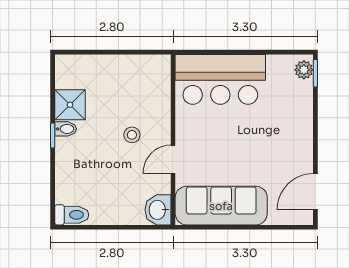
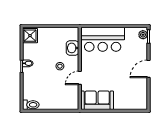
shower: (70, 105) -> (30, 36), moved
door: (315, 192) -> (149, 69), moved
sofa: (221, 206) -> (97, 100), width x0.73
washbasin: (158, 210) -> (73, 48), moved

